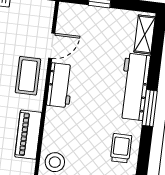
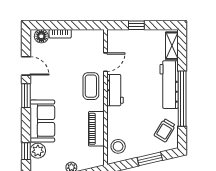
window: (150, 108) -> (182, 99), width x2.11
trolley: (121, 148) -> (165, 130), turned -149

